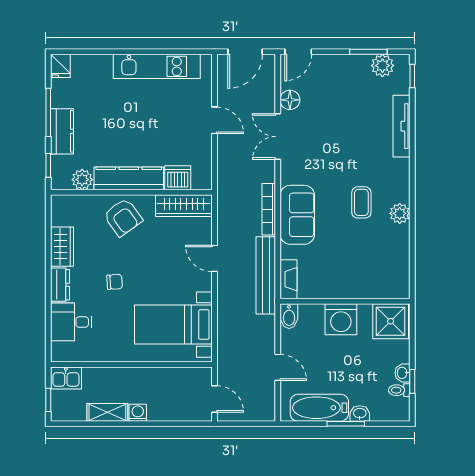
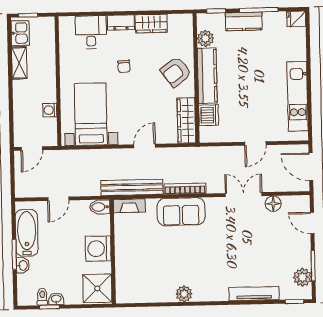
door: (298, 52) -> (312, 223), moved
coffee table: (361, 202) -> (192, 263), removed
kitchen sink: (66, 378) -> (20, 33), moved, turned 180
washing machine: (138, 413) -> (50, 110), moved, turned 180

